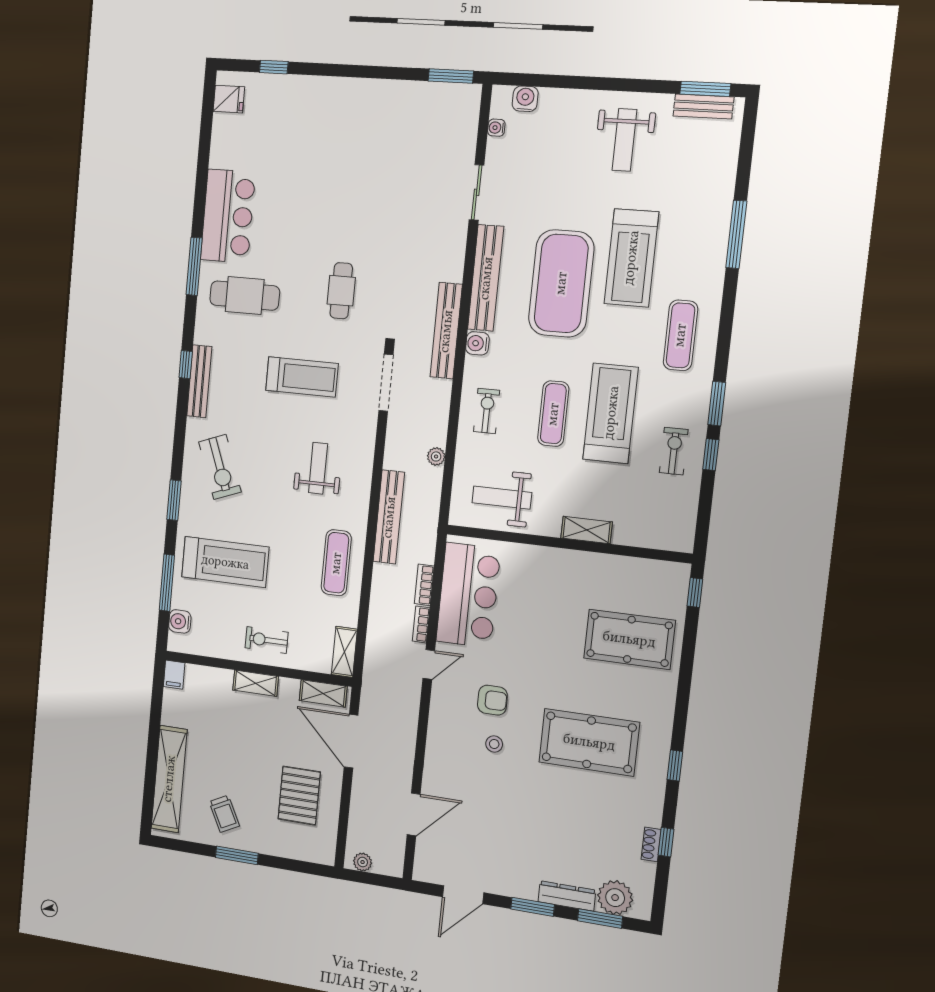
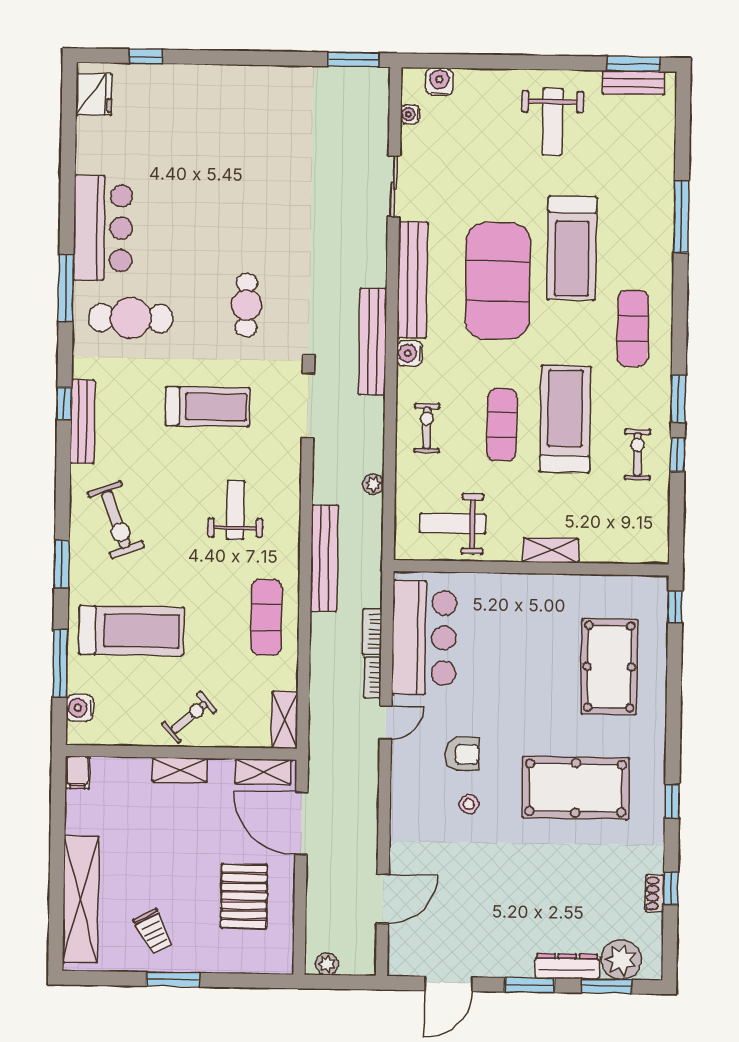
fridge: (229, 99) -> (94, 94), width x1.38
pool table: (629, 639) -> (609, 667), turned 90
exercise bike: (267, 640) -> (189, 717), turned 139

